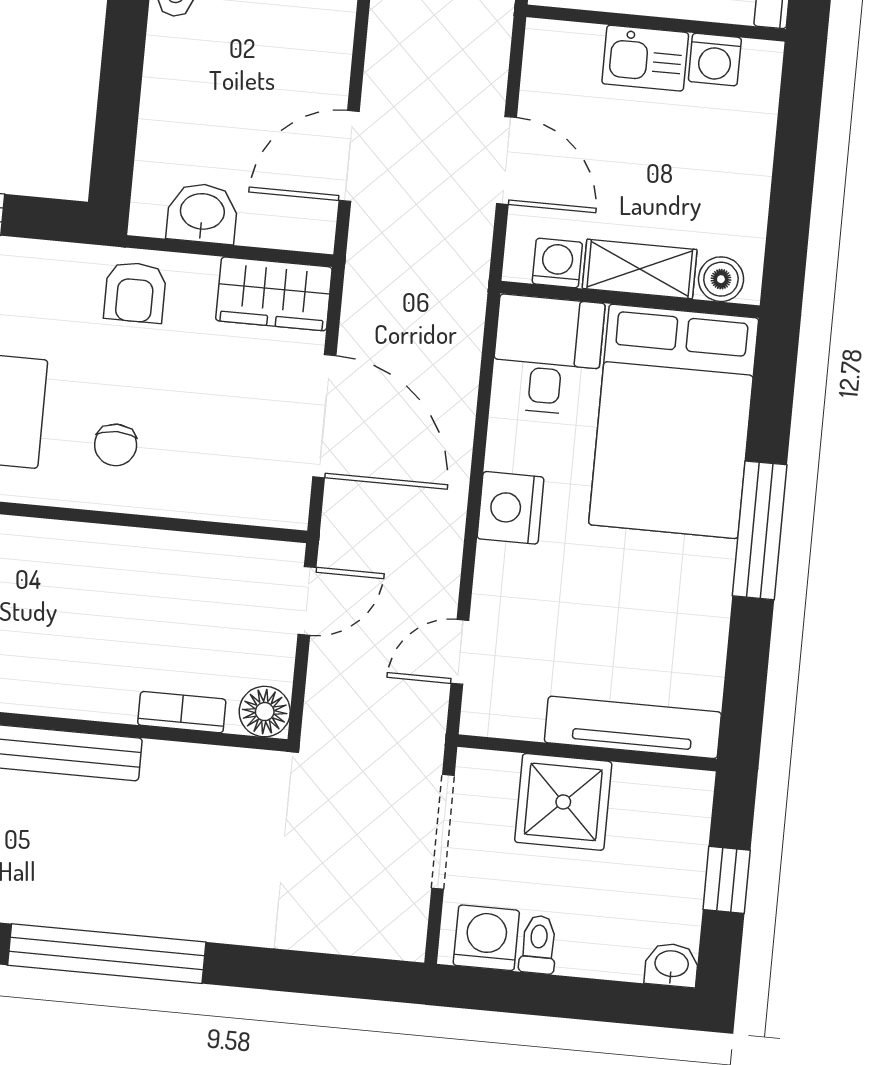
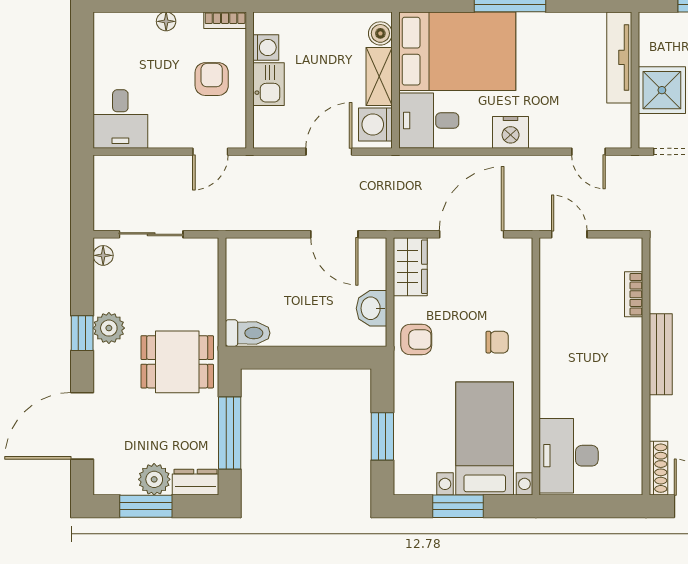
washing machine: (557, 263) -> (375, 125), width x1.38, depth x1.38
floor lamp: (265, 712) -> (629, 251), removed

